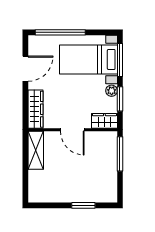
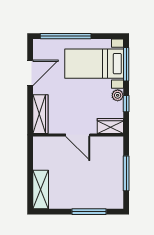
window: (120, 99) -> (126, 104), width x0.67
shelving: (36, 150) -> (41, 189), moved
window: (120, 154) -> (126, 173), moved
window: (83, 205) -> (89, 212), width x1.44

